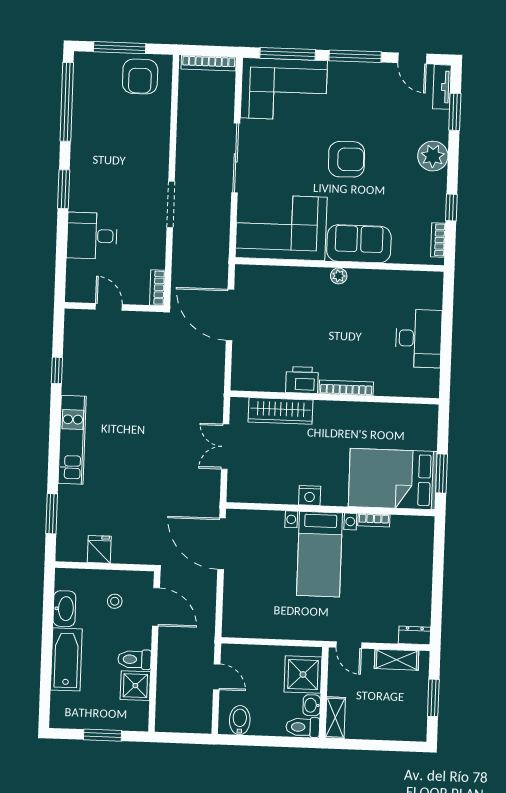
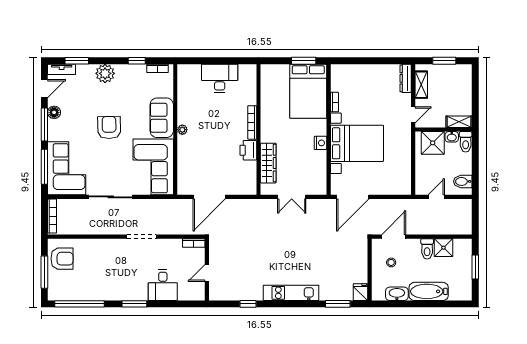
floor lamp: (374, 72) -> (54, 112), added
fridge: (99, 549) -> (360, 292), moved, turned 90
bed with nightstands: (320, 554) -> (357, 143), width x1.36
dresser: (415, 635) -> (406, 78), width x1.44

